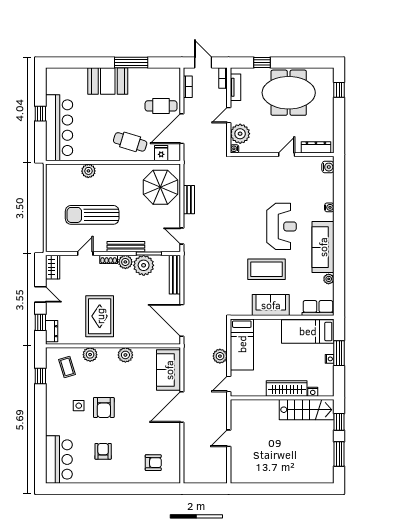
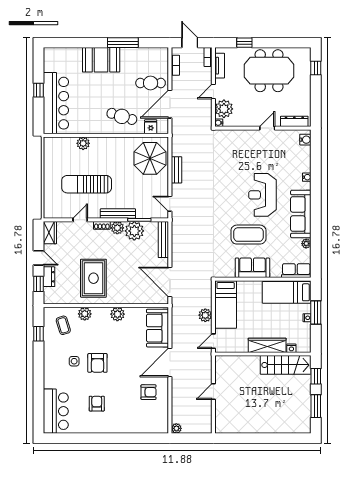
reception desk: (282, 226) -> (262, 195), turned 180
dresser: (52, 331) -> (49, 277), moved
armchair: (153, 463) -> (149, 392), moved
plant: (189, 478) -> (176, 428), added

